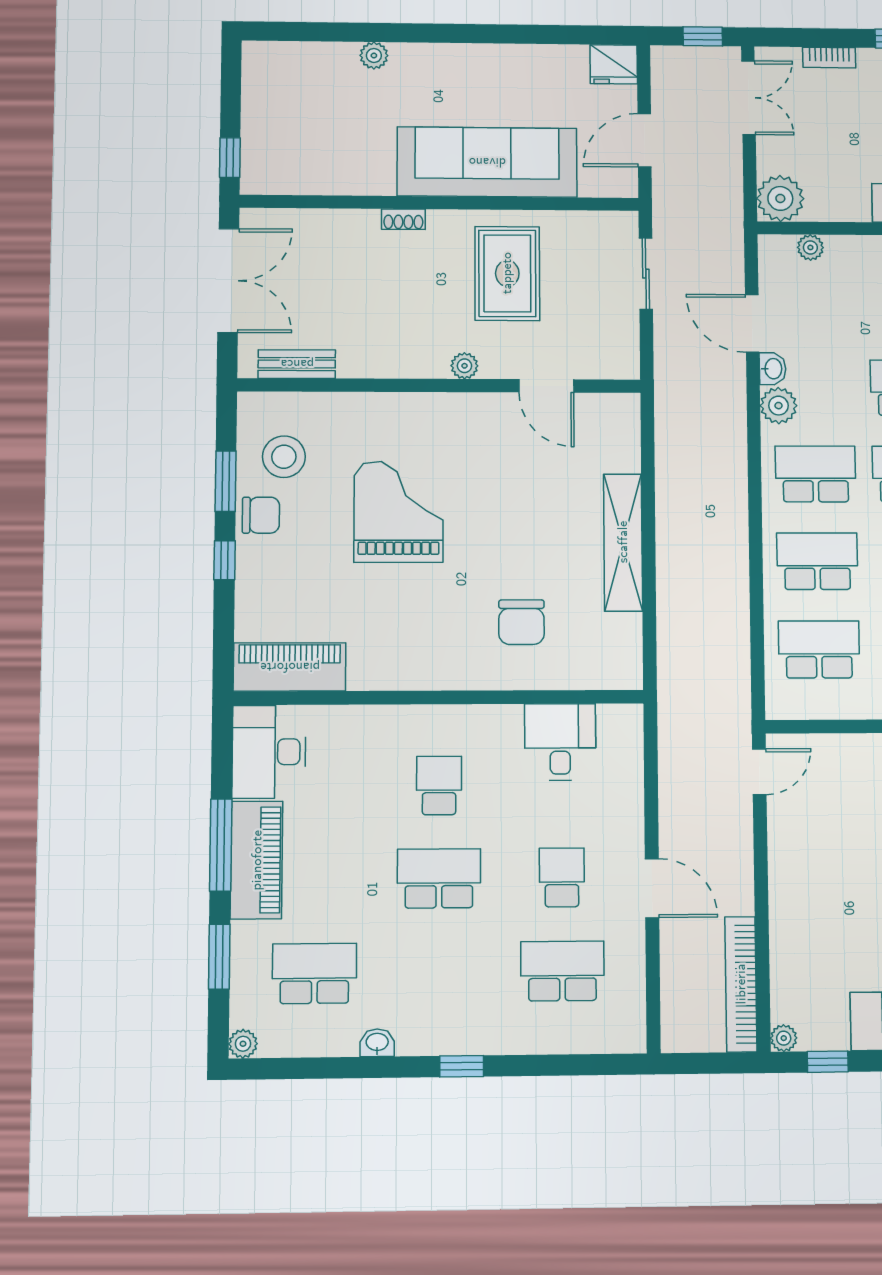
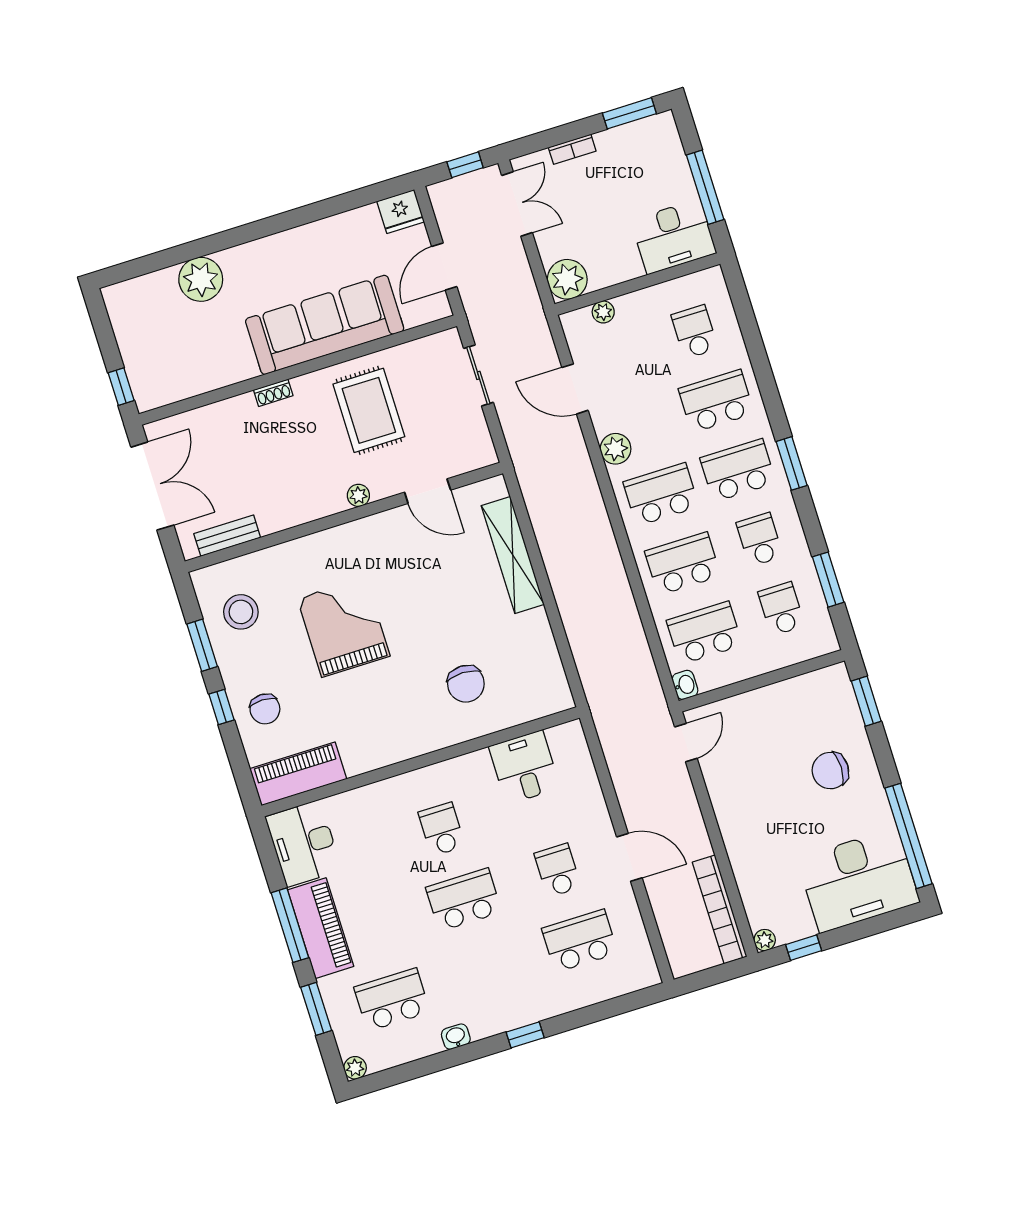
plant: (374, 56) -> (201, 279), width x1.88, depth x1.88
washbasin: (773, 369) -> (685, 685), moved
chair: (261, 515) -> (265, 709), moved, turned 90
shelving: (623, 542) -> (513, 555), moved

